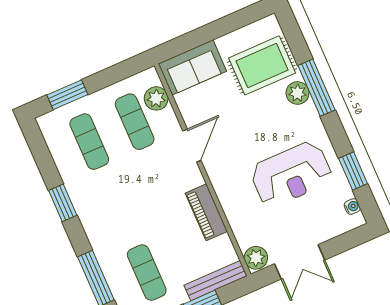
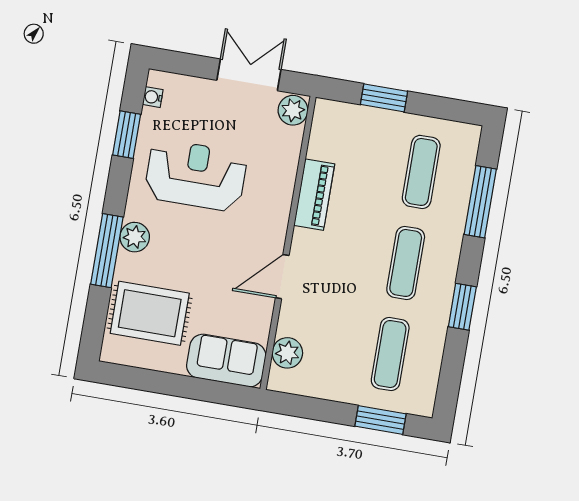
plant: (298, 93) -> (135, 237), moved
exercise mat: (135, 122) -> (406, 263), moved
bench: (215, 281) -> (353, 114), removed

